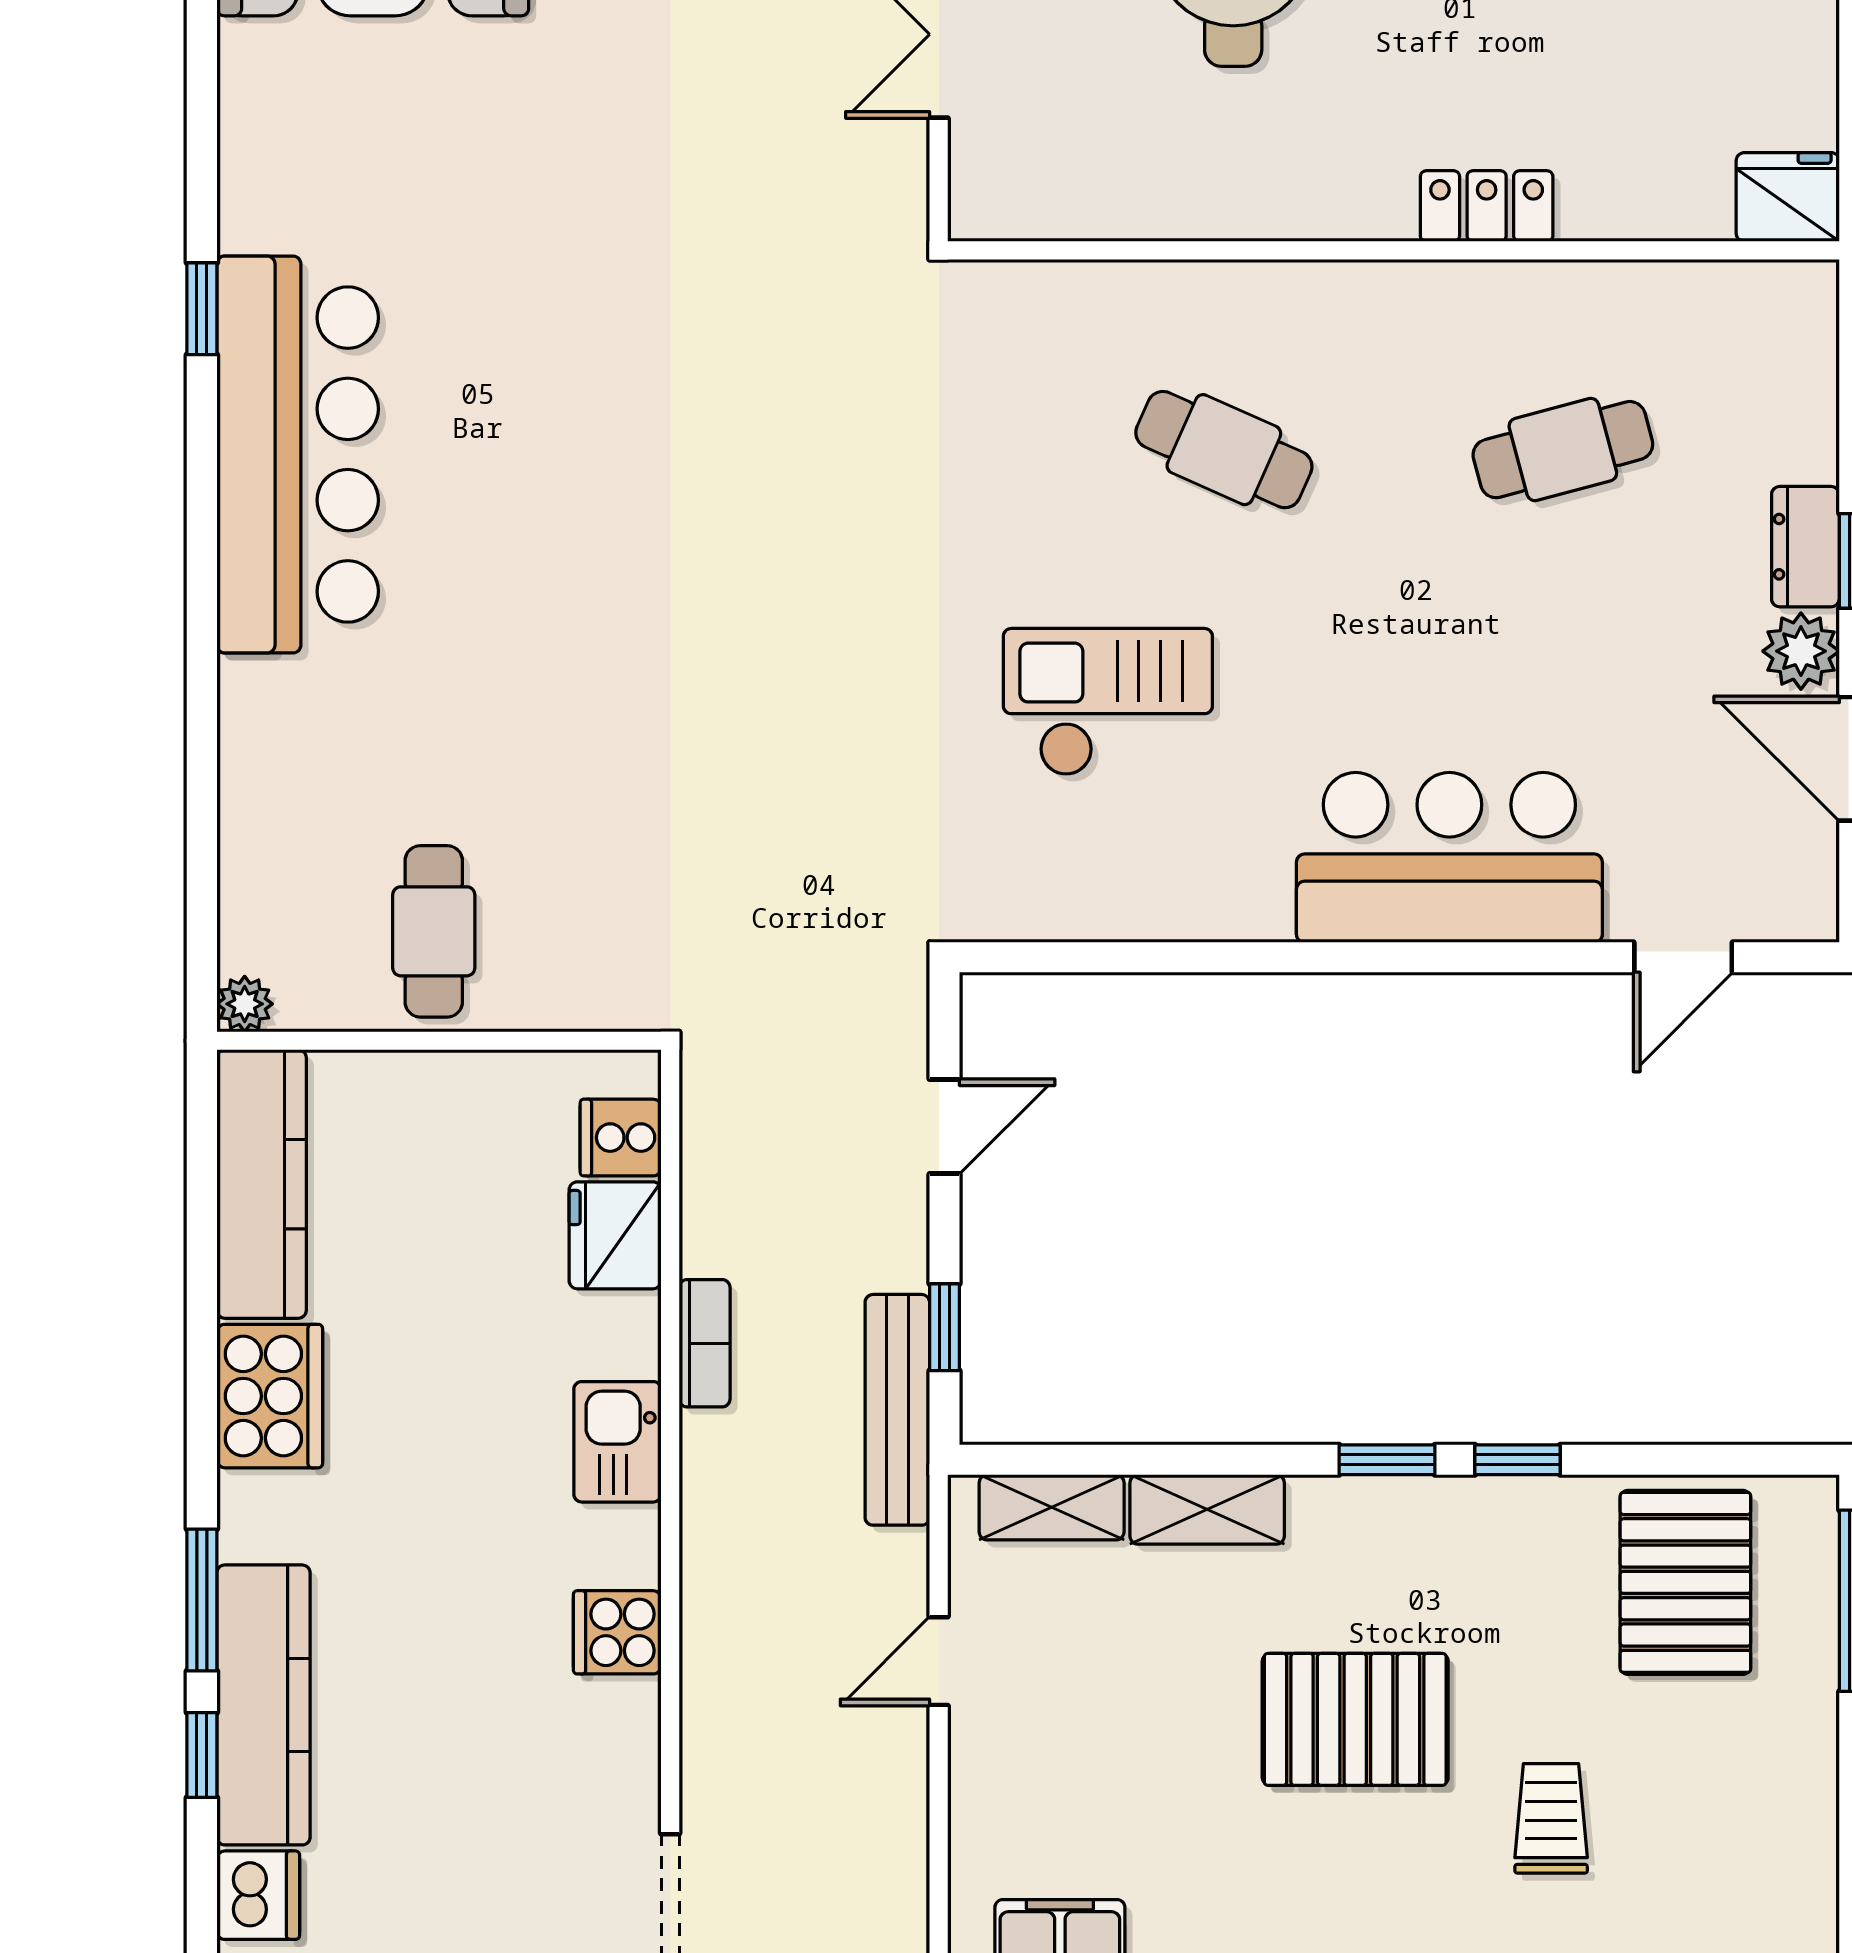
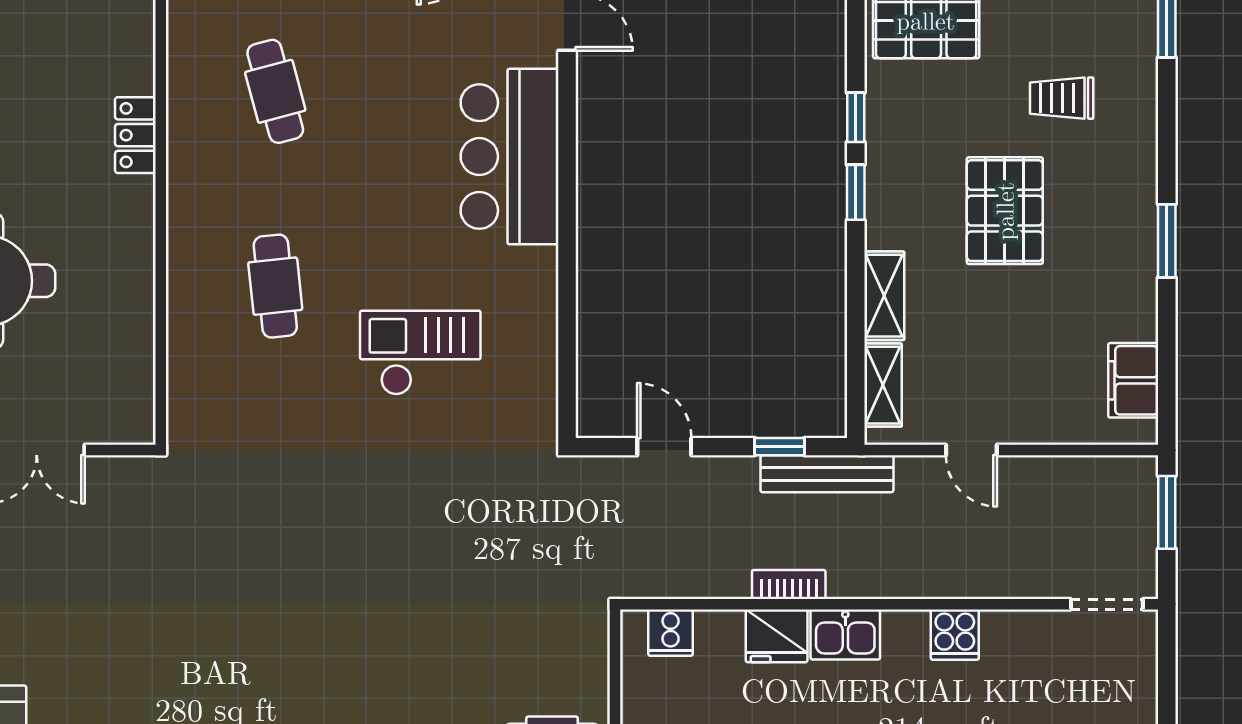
cafe table: (1224, 450) -> (275, 286), turned -30
checkout: (1108, 702) -> (420, 353), turned 90
fridge: (615, 1235) -> (777, 636), moved

